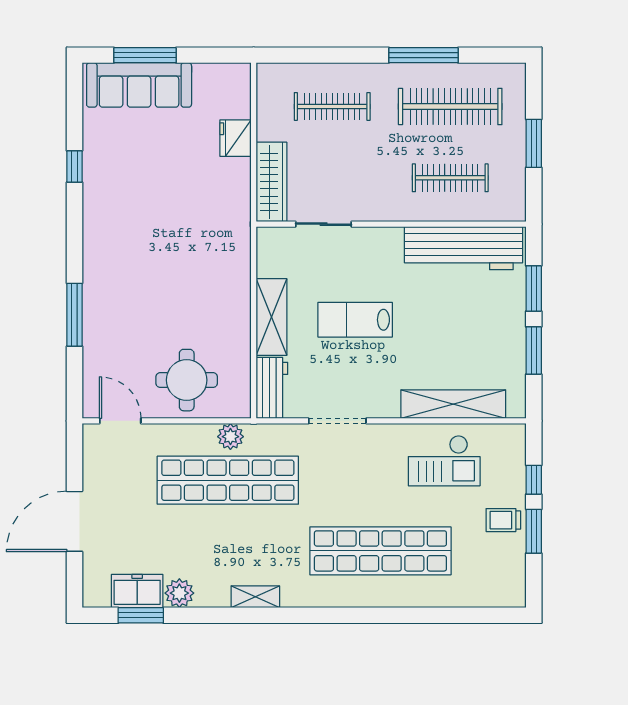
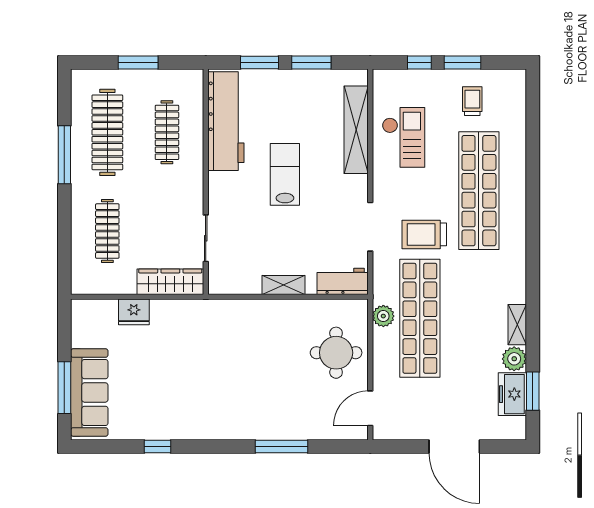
shelving: (272, 317) -> (283, 285), width x0.67, depth x0.75
lab bench: (355, 320) -> (285, 174), moved, turned 180
trolley: (328, 485) -> (424, 234), added
trolley: (503, 520) -> (472, 101), moved, turned 180
shelving: (255, 597) -> (517, 325), moved

